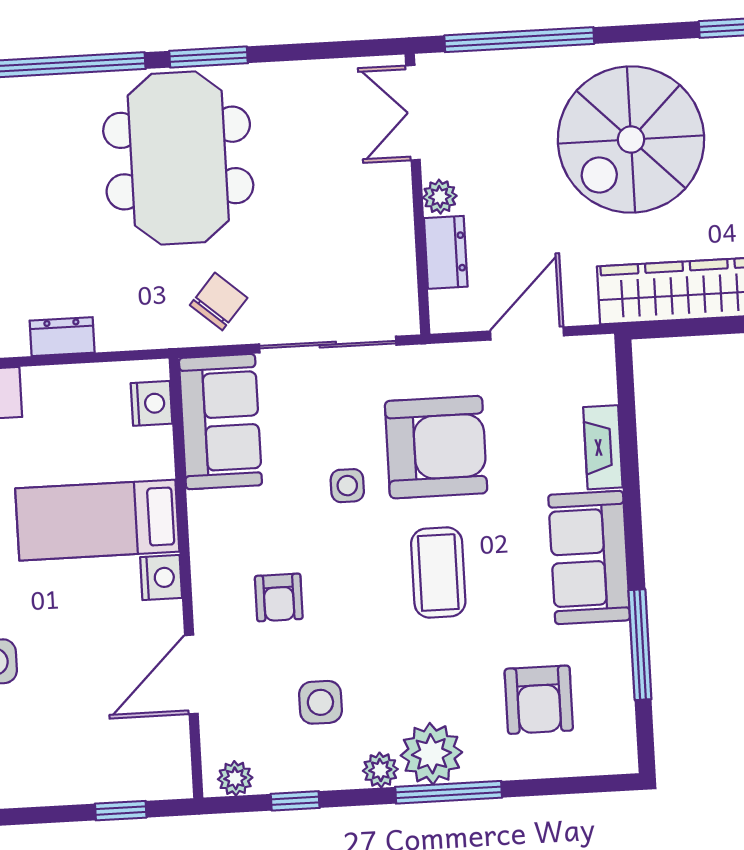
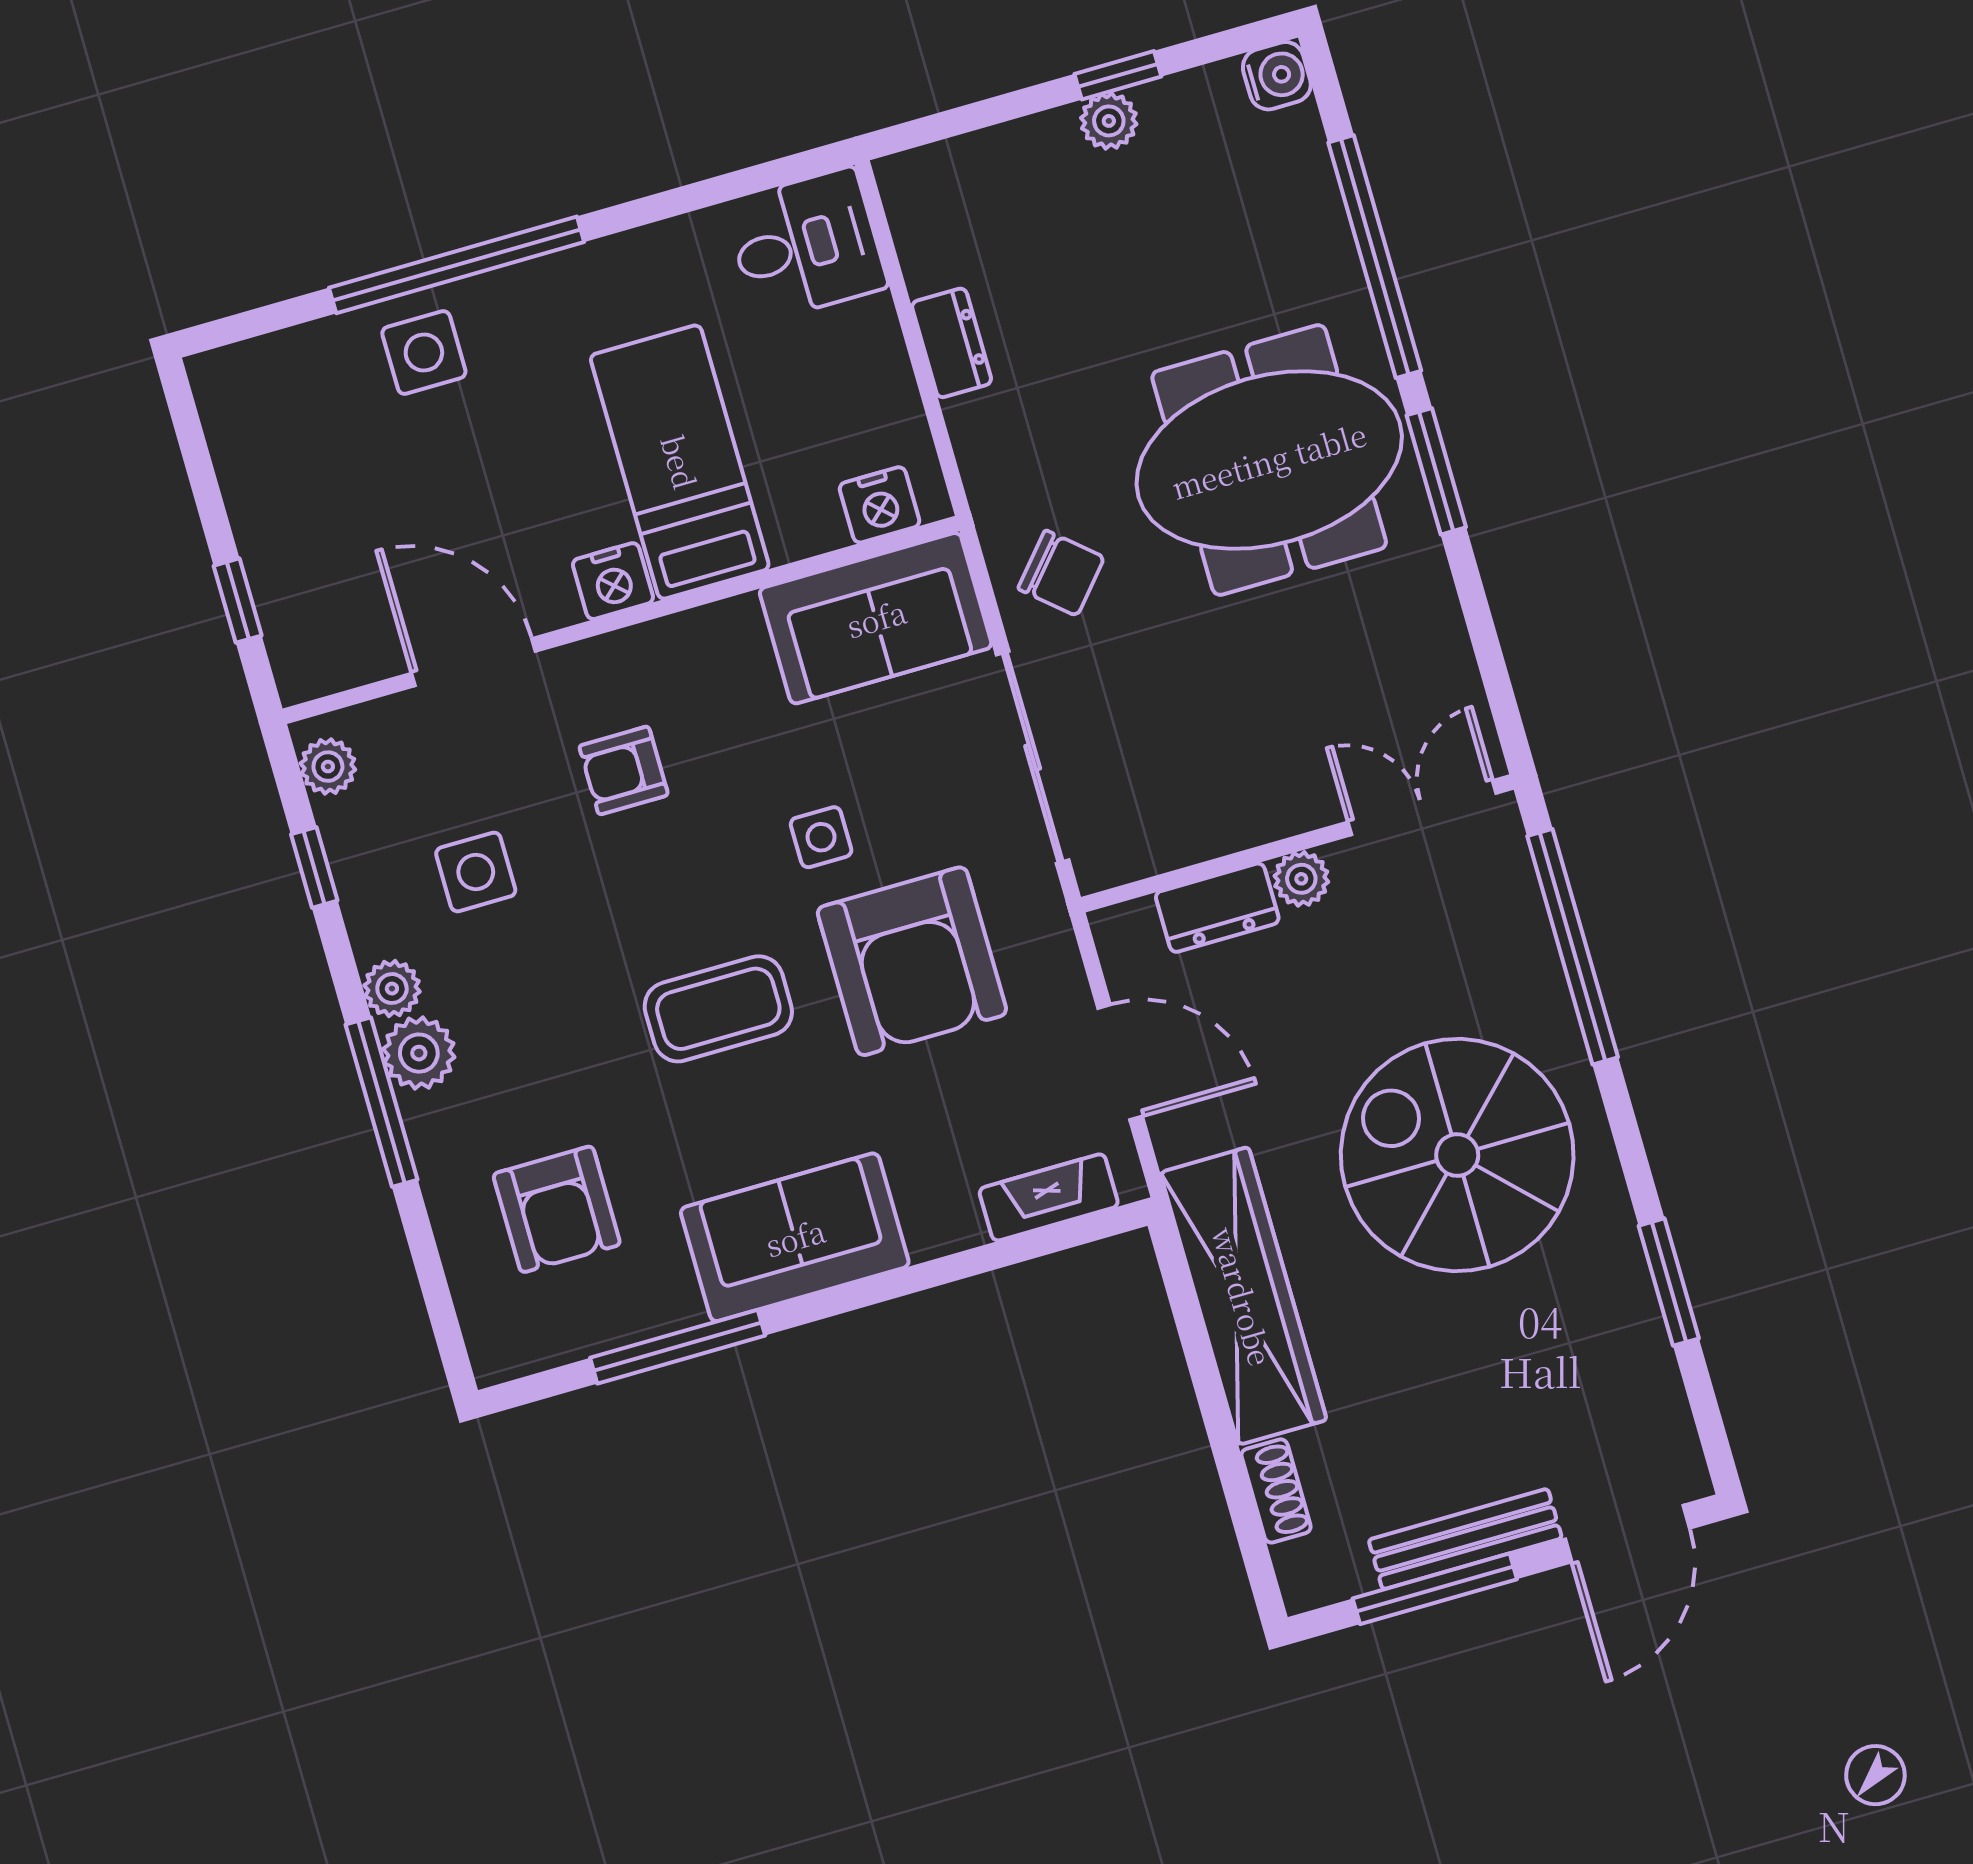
fireplace: (603, 447) -> (1049, 1197), moved
armchair: (539, 700) -> (557, 1209), turned -90
plant: (431, 754) -> (419, 1053), width x0.73, depth x0.73

